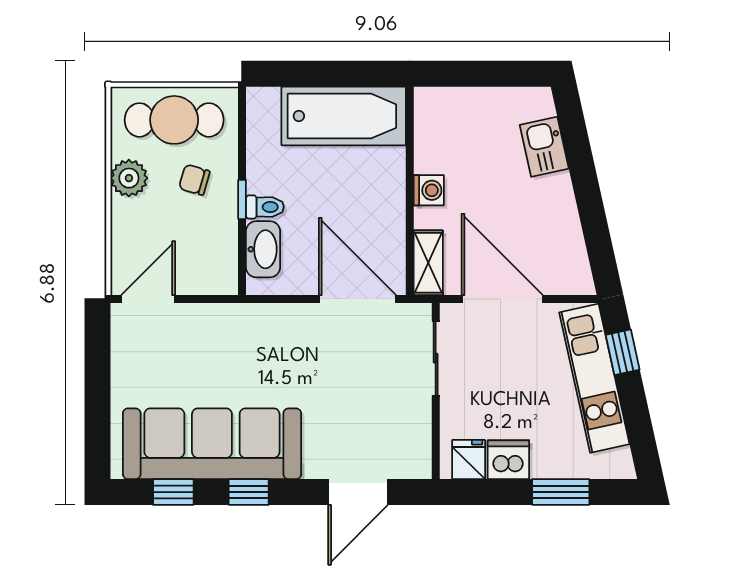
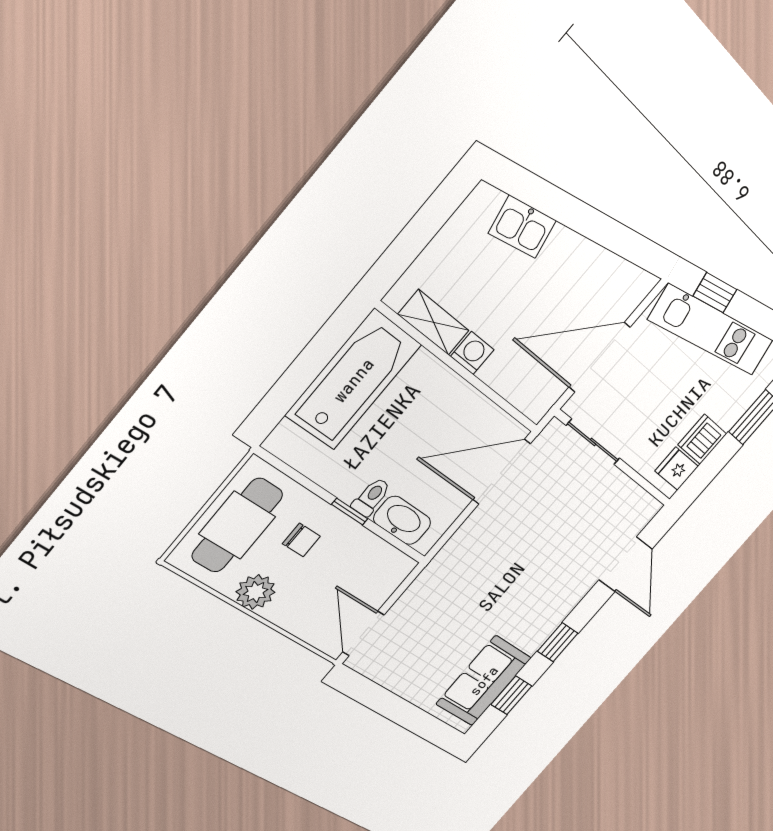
chair: (194, 180) -> (301, 540), turned -106
shelving: (428, 263) -> (434, 322), moved
sofa: (212, 444) -> (484, 681), width x0.54, depth x0.79

